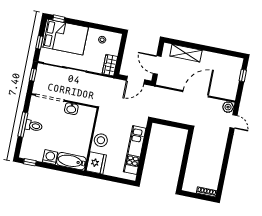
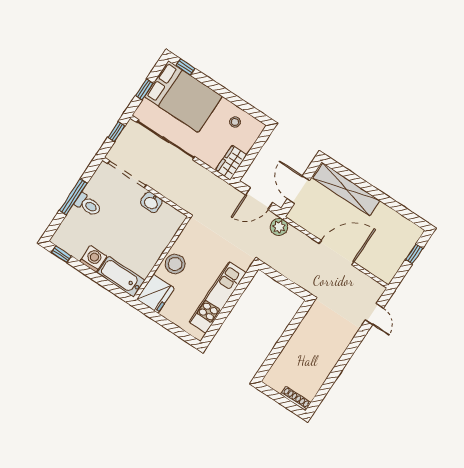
shelving: (186, 53) -> (346, 189), width x1.47
plant: (228, 107) -> (279, 227), moved

